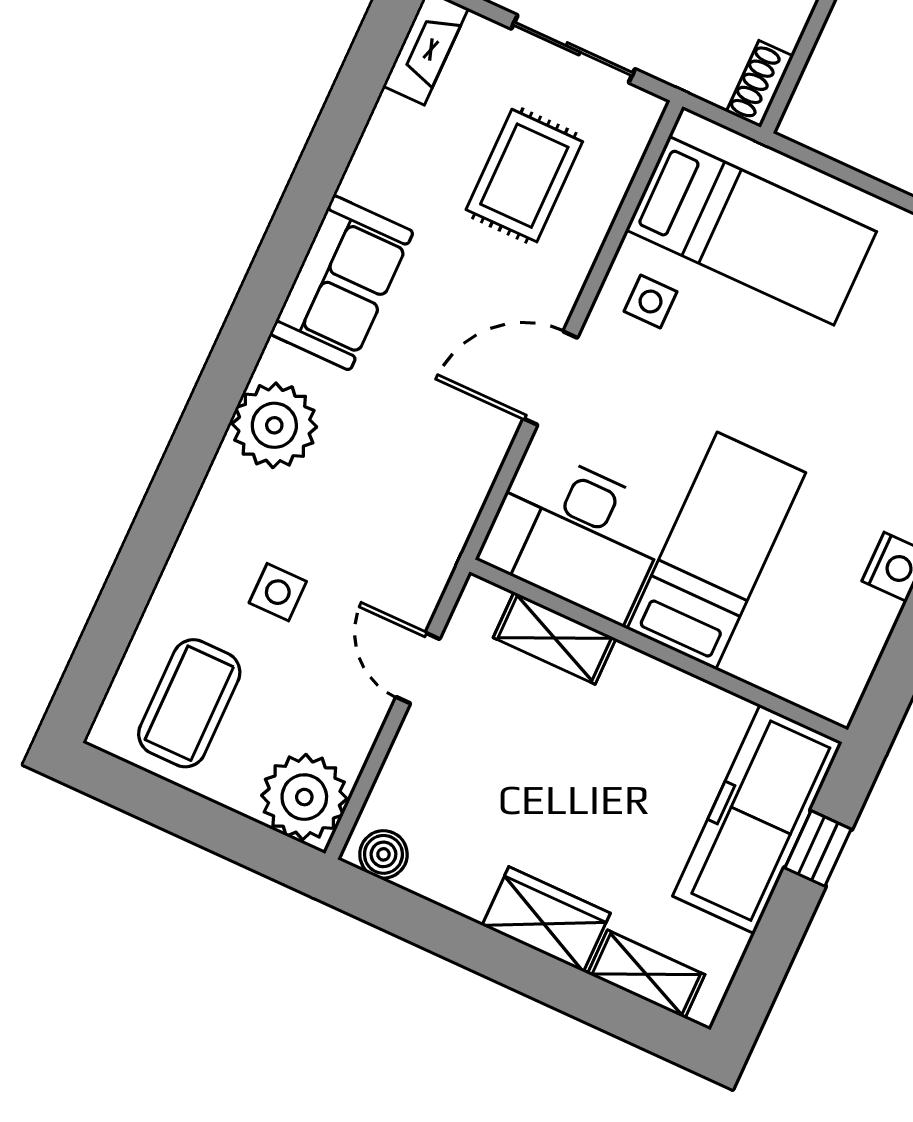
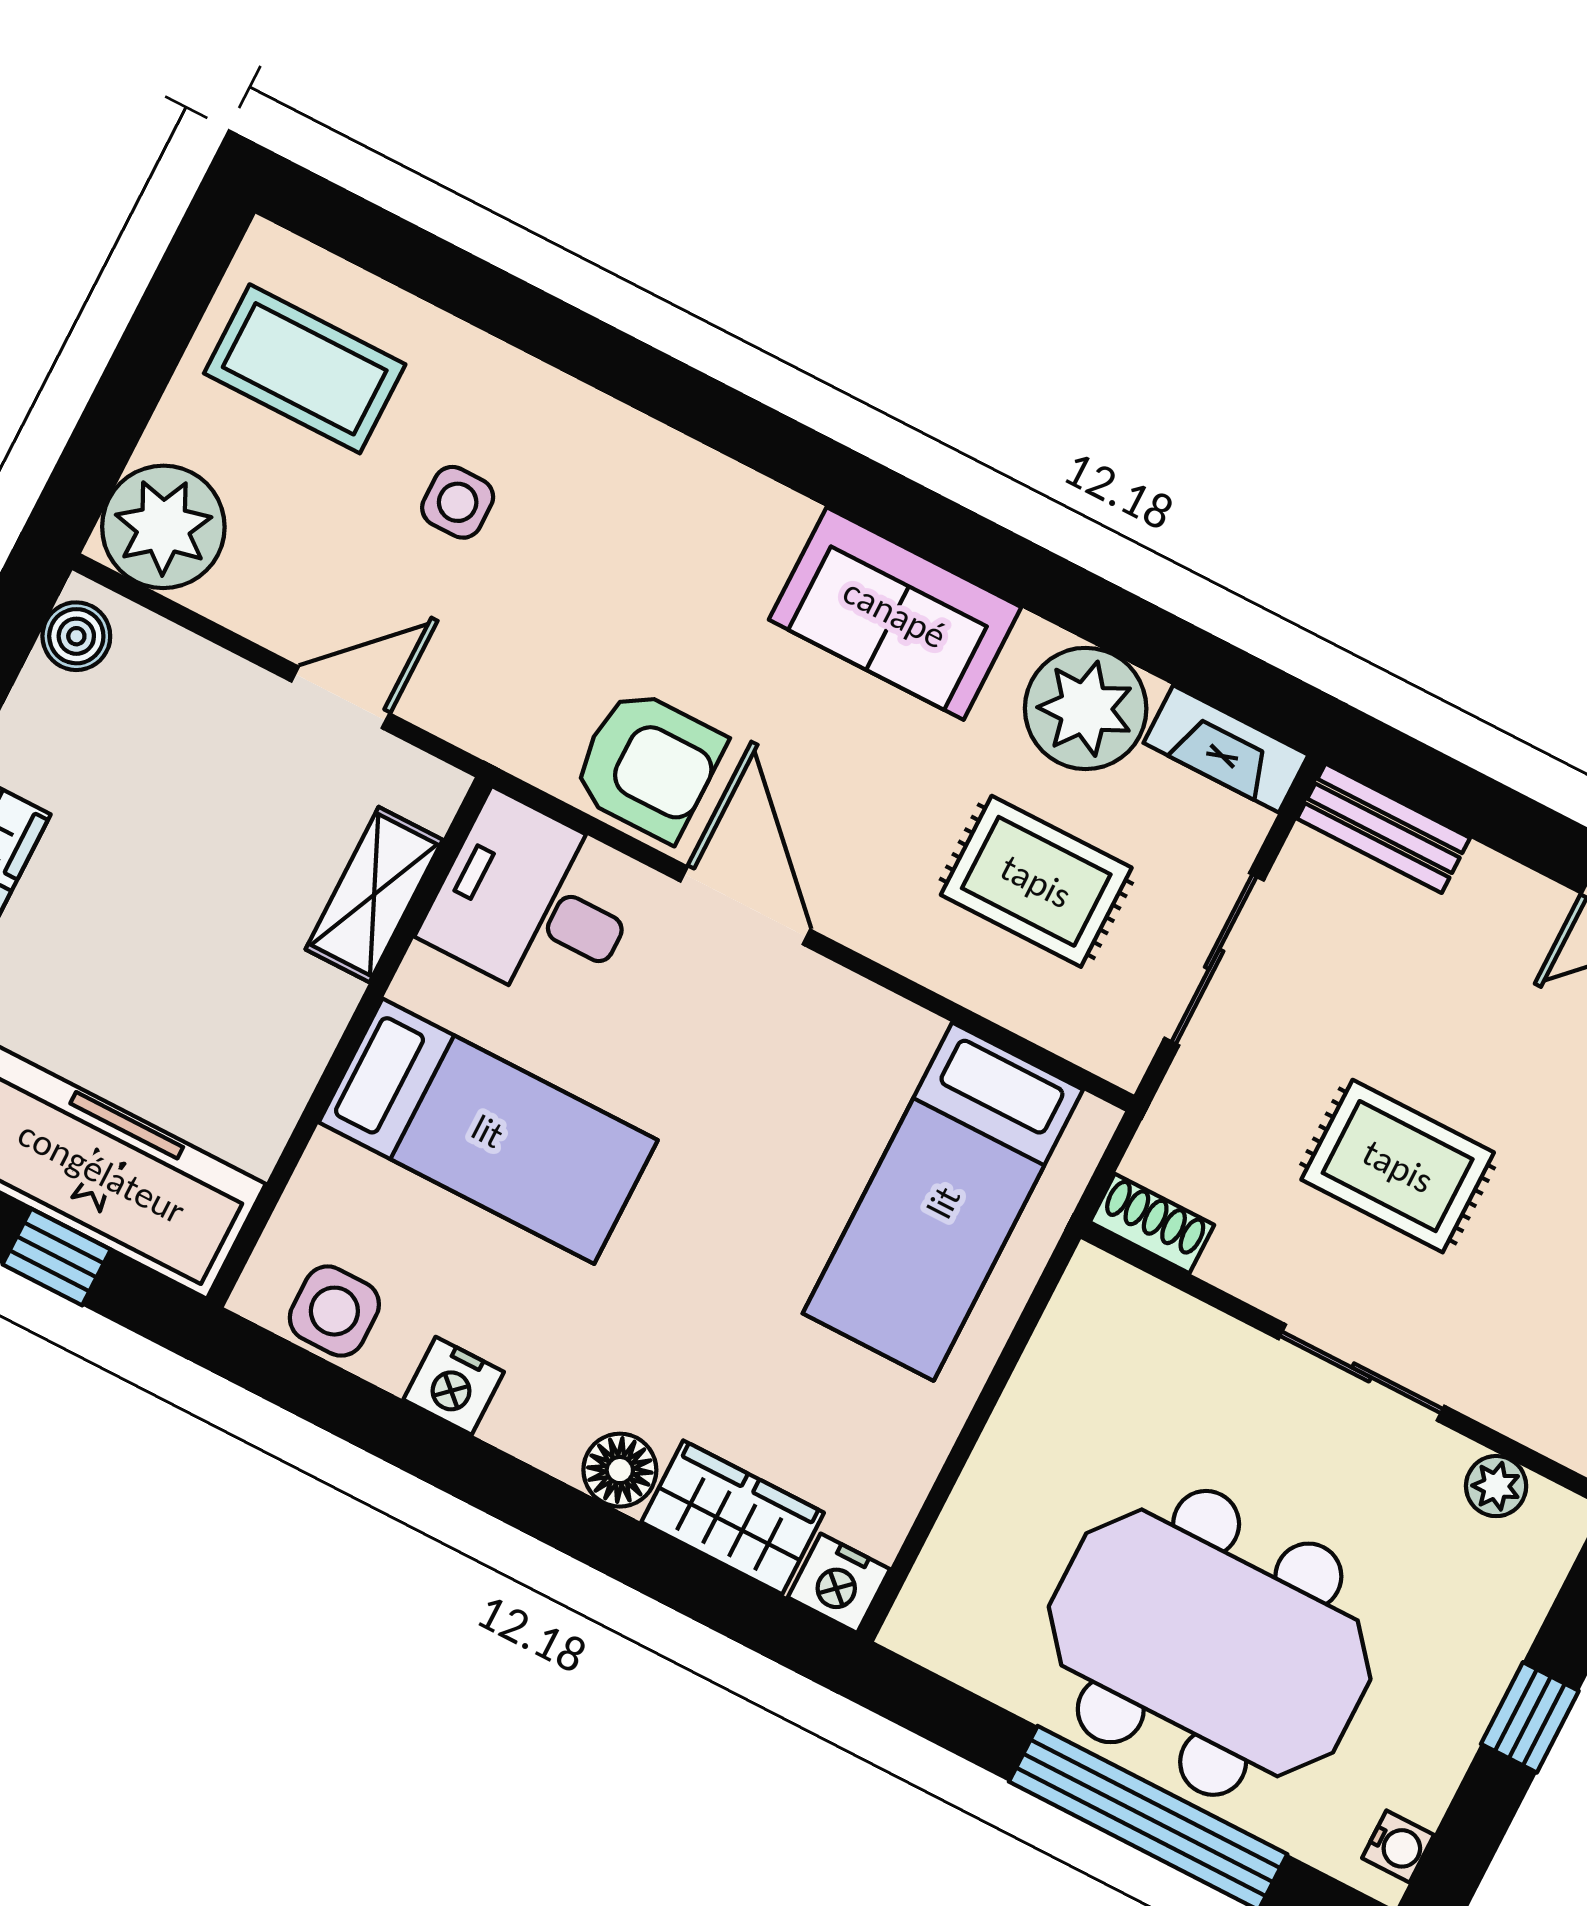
side table: (650, 301) -> (334, 1311), moved, width x1.37, depth x1.37
plant: (274, 425) -> (1086, 708), moved
armchair: (455, 451) -> (648, 764), added
desk: (576, 535) -> (534, 903), width x0.73

